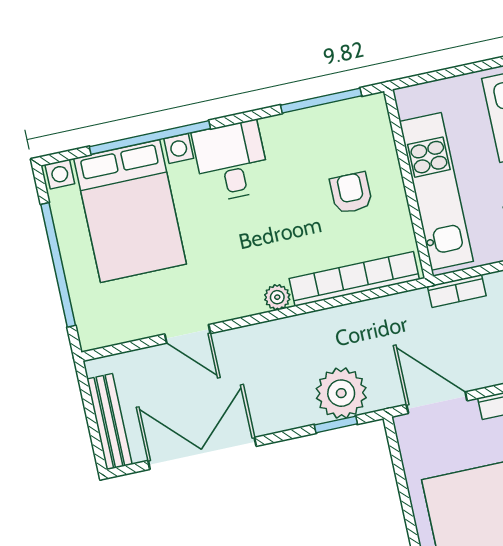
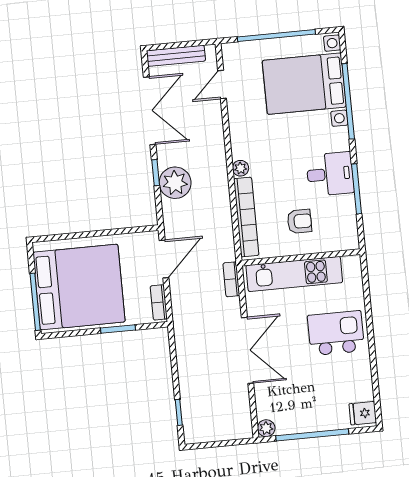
window: (321, 101) -> (357, 189), moved
desk: (231, 161) -> (330, 174), moved
door: (188, 334) -> (222, 85), moved
plant: (341, 393) -> (175, 183), moved
window: (336, 424) -> (156, 173), moved

